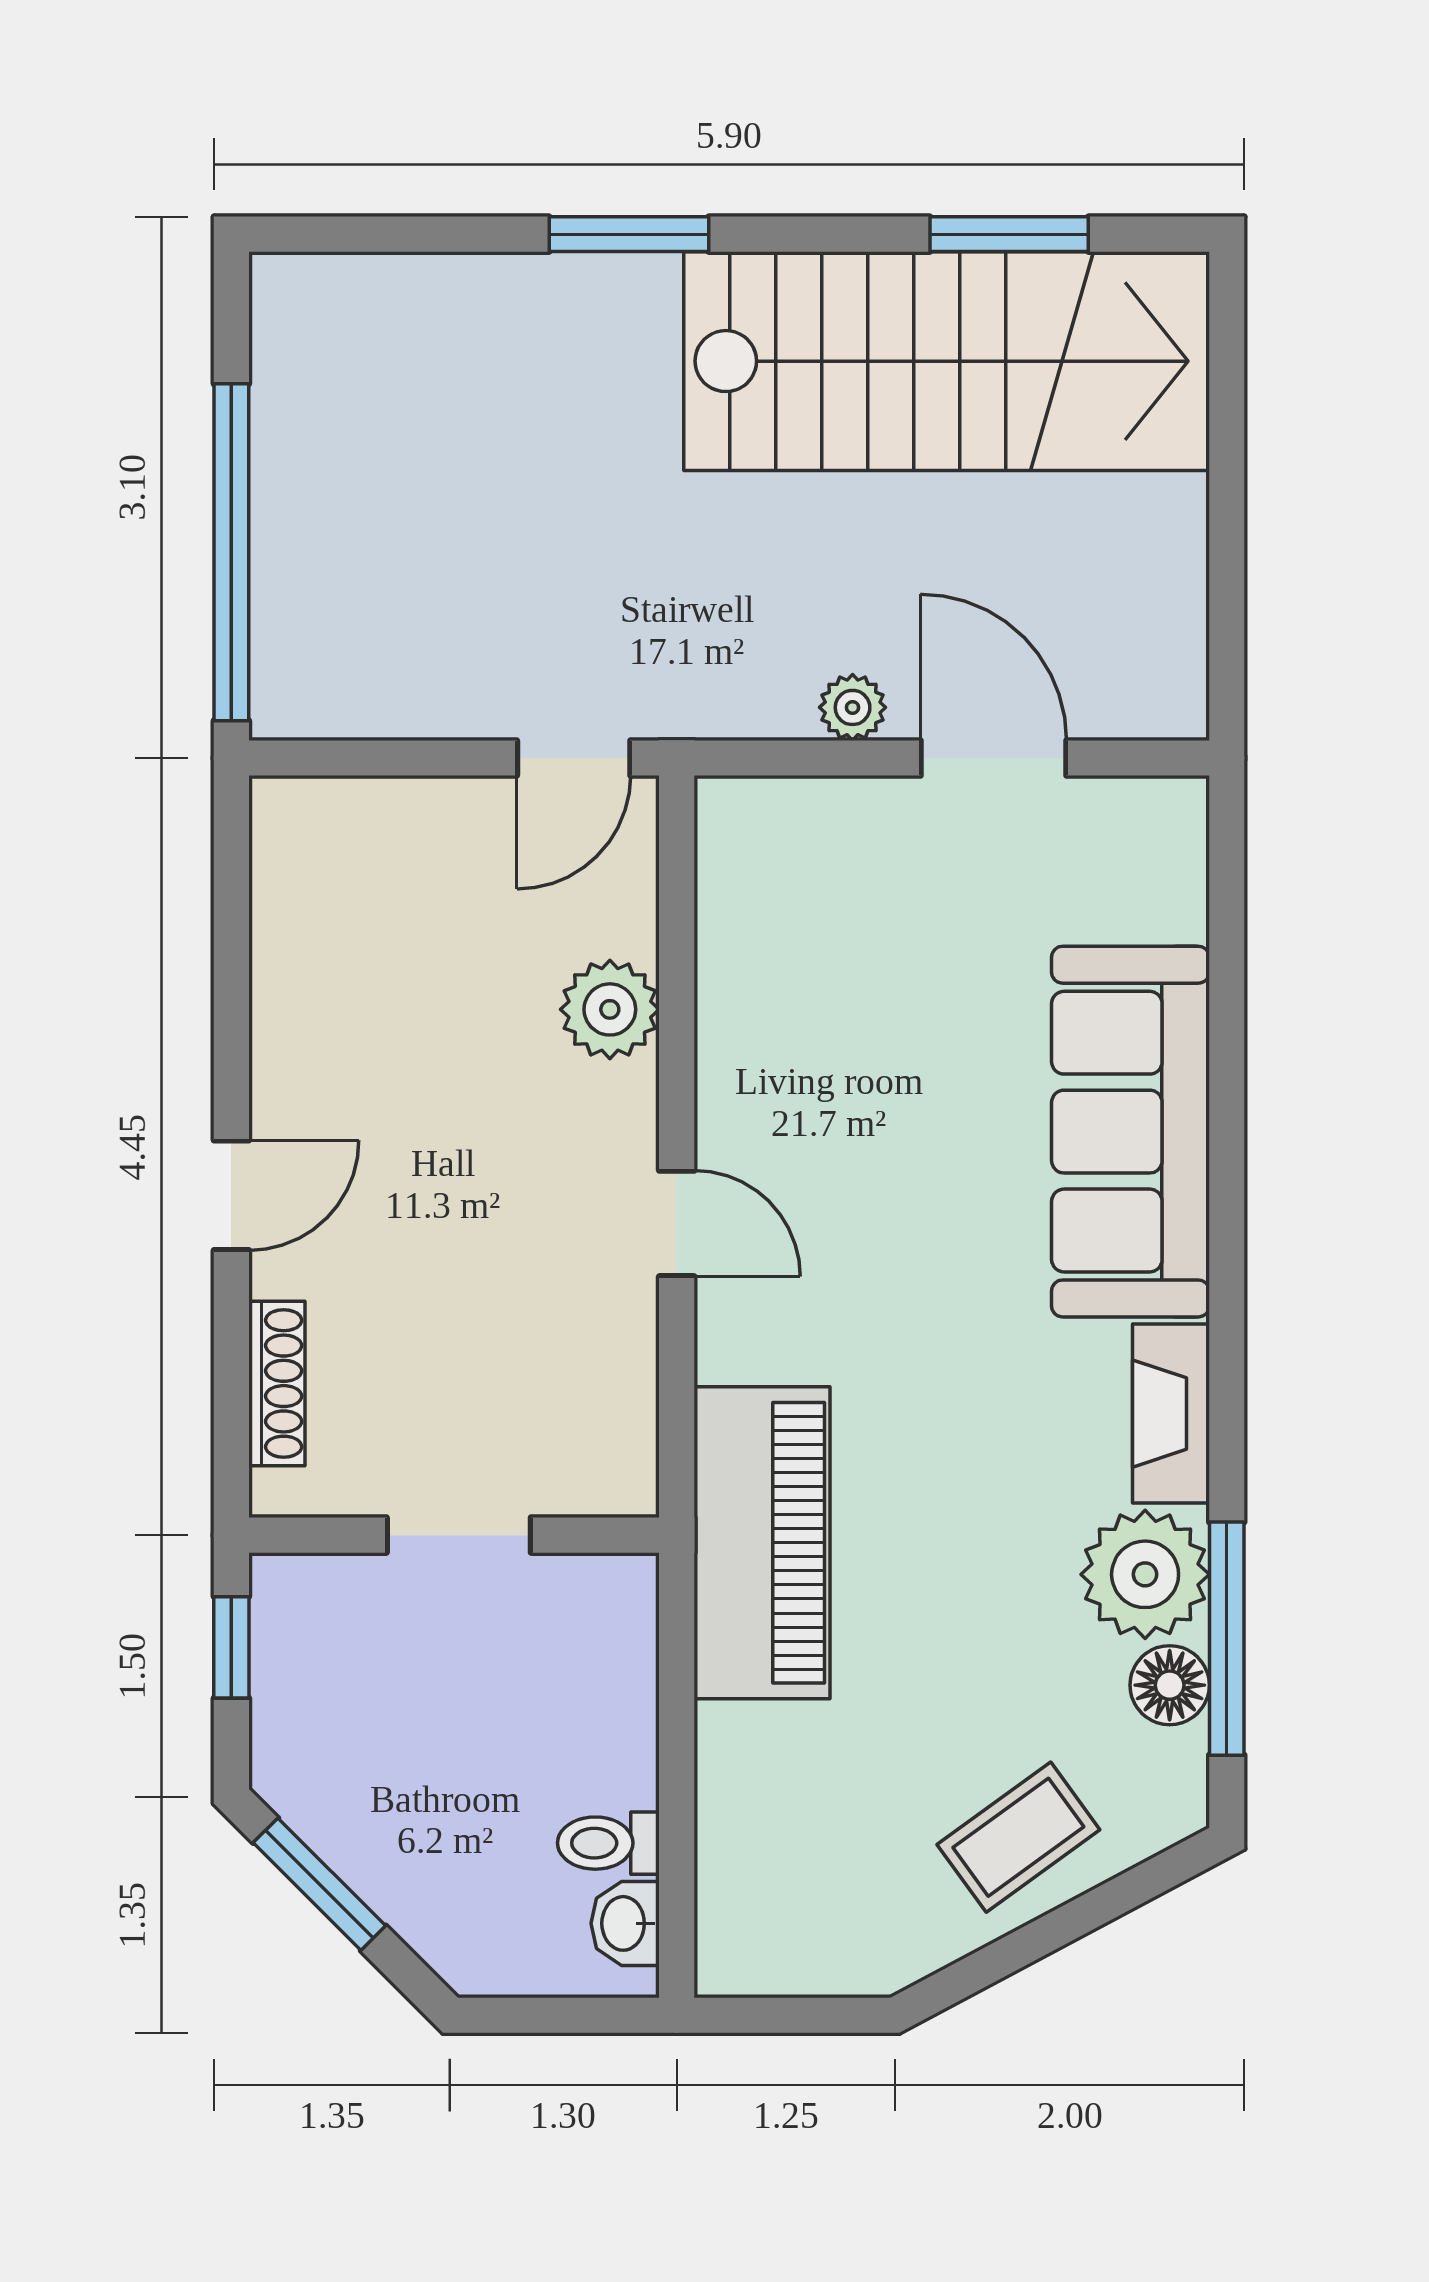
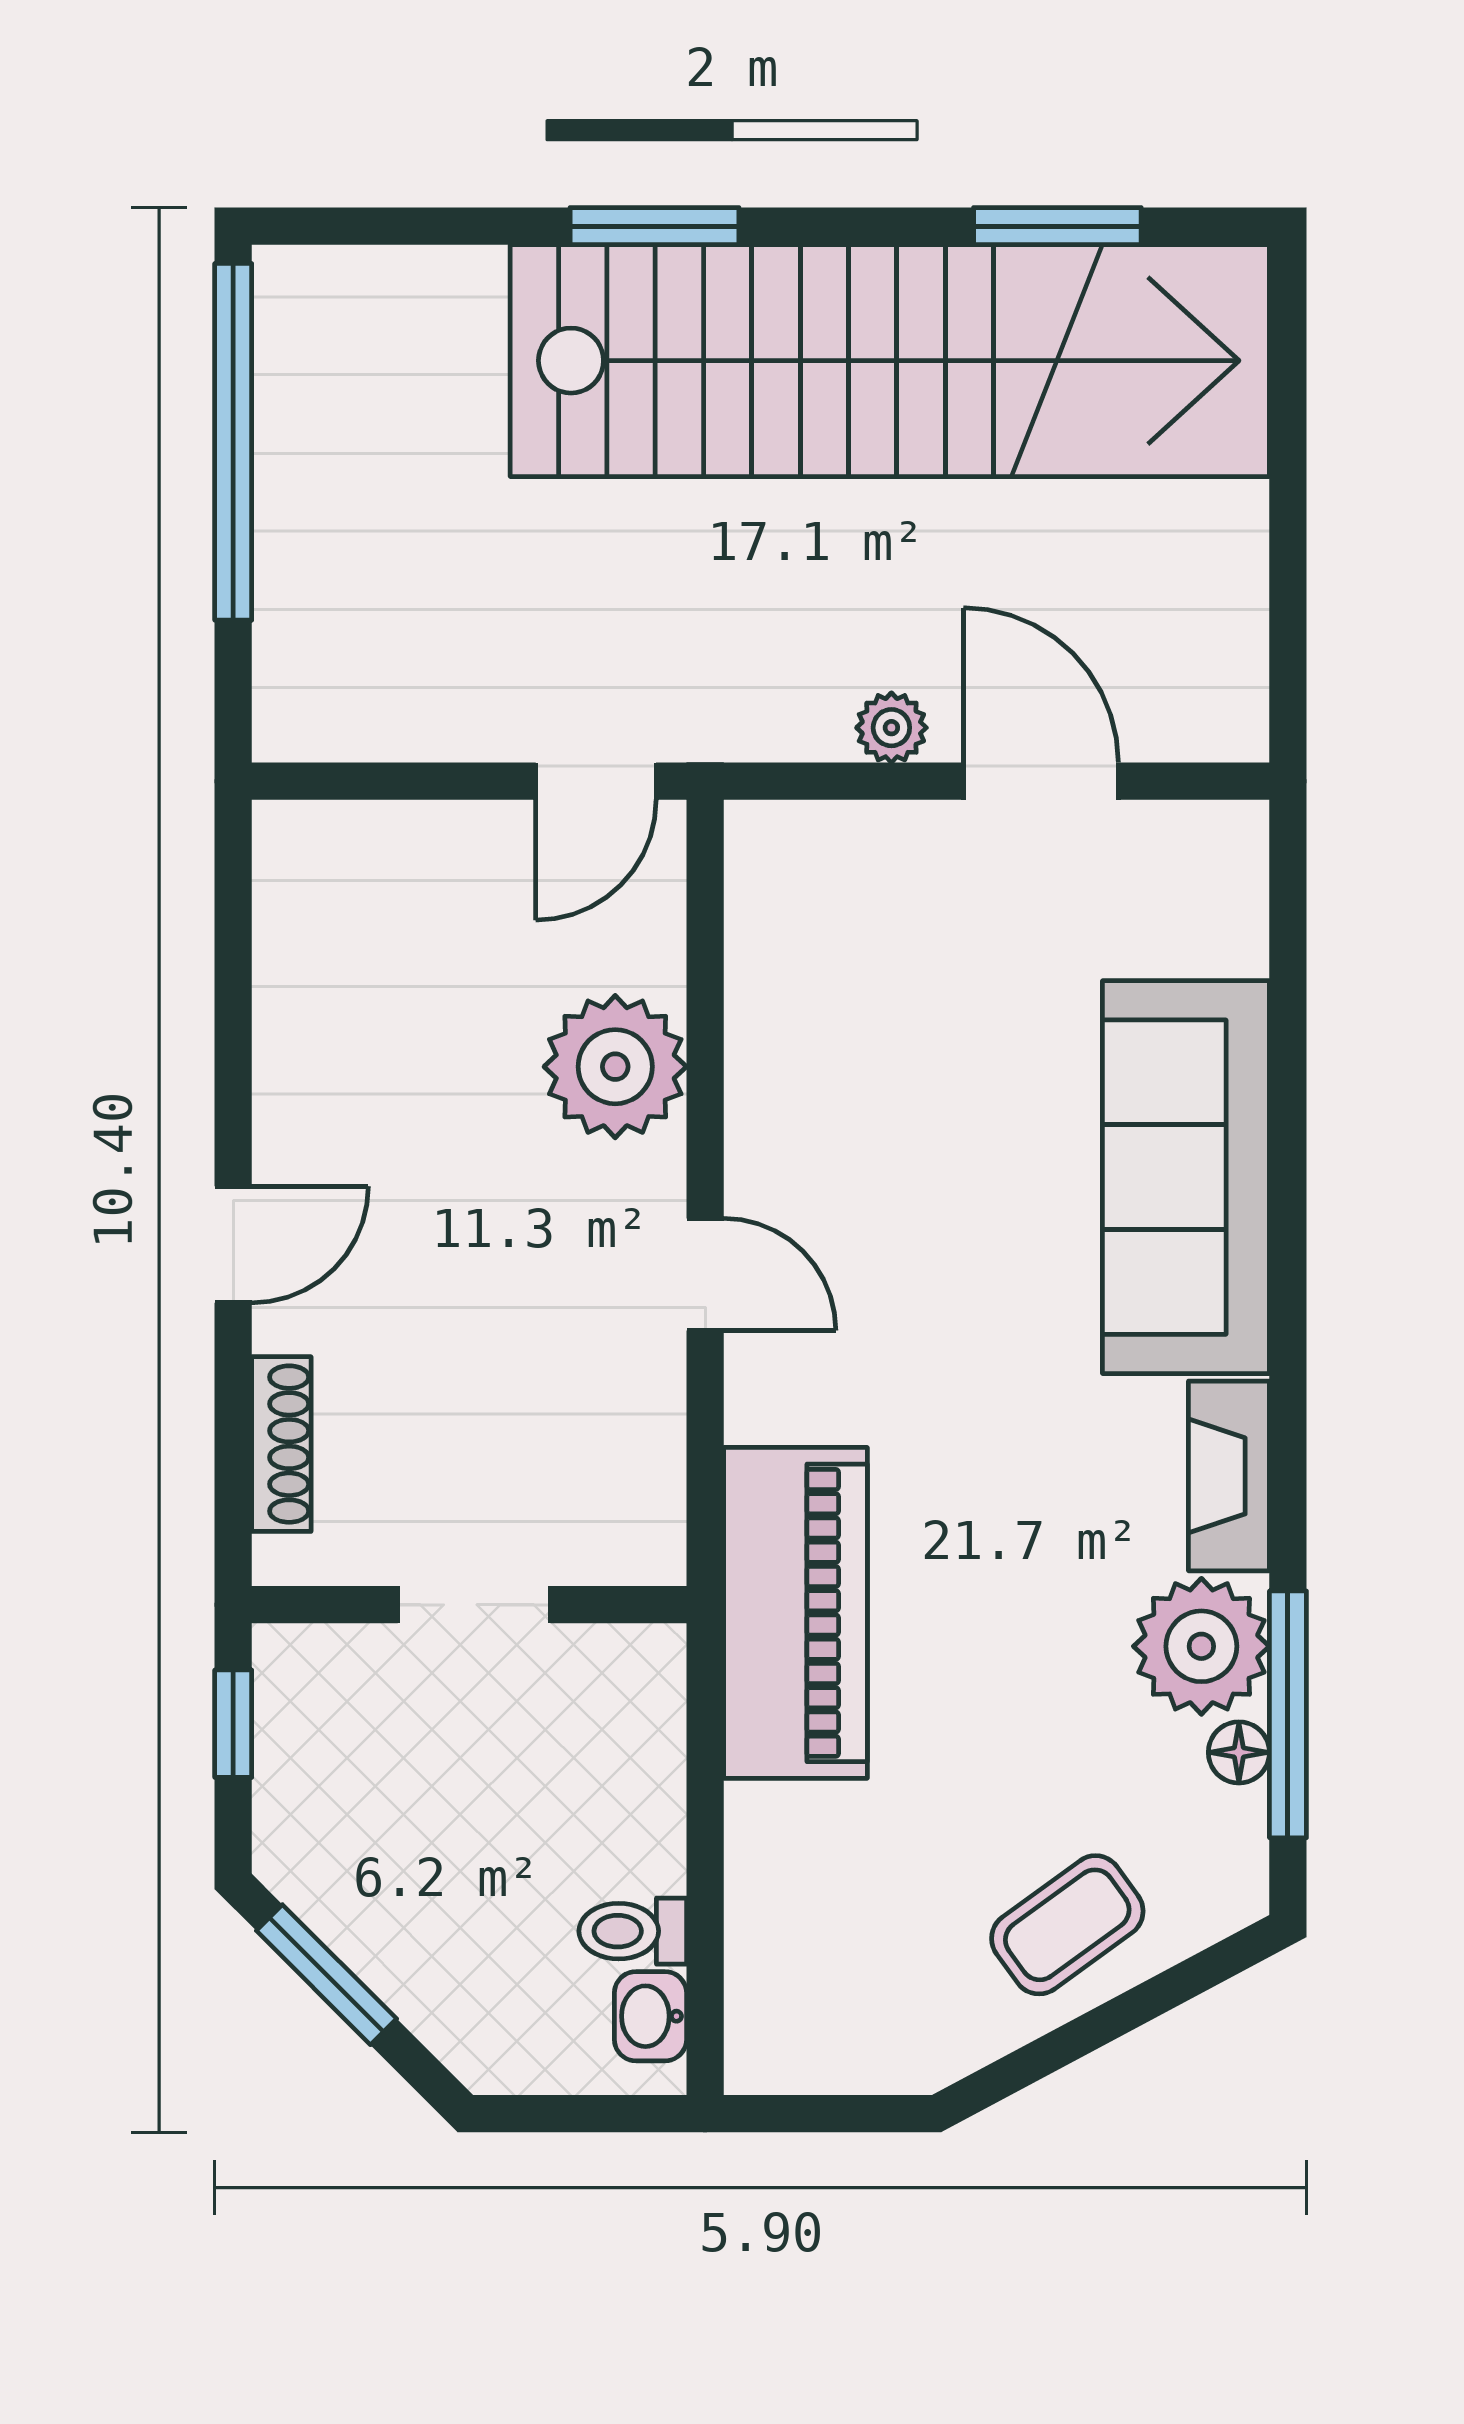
stairs: (947, 361) -> (890, 361), width x1.36
window: (231, 552) -> (233, 442), moved
plant: (610, 1009) -> (615, 1067), width x1.36, depth x1.36
floor lamp: (1170, 1685) -> (1239, 1752), width x0.73, depth x0.73

